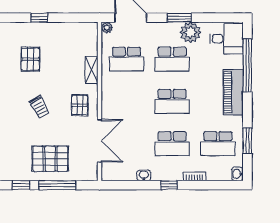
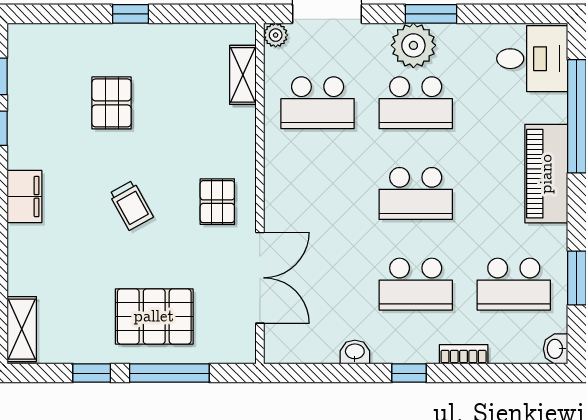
plant: (190, 32) -> (413, 45), moved
shelving: (92, 70) -> (243, 75), moved

